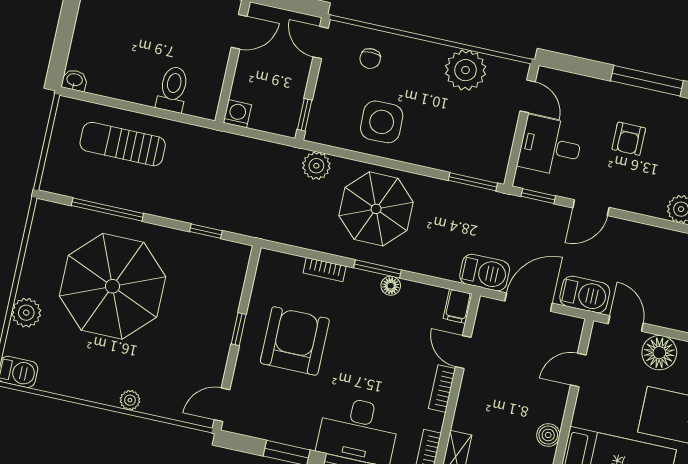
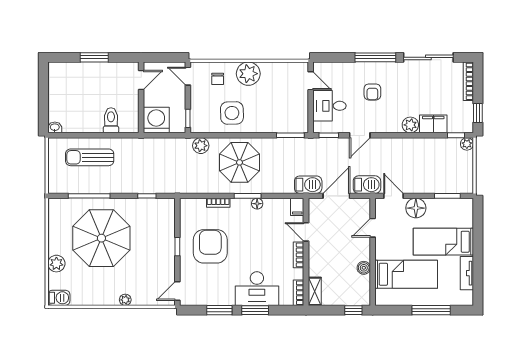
plant: (466, 70) -> (248, 74), moved
washing machine: (237, 114) -> (156, 120), width x1.89, depth x1.89

